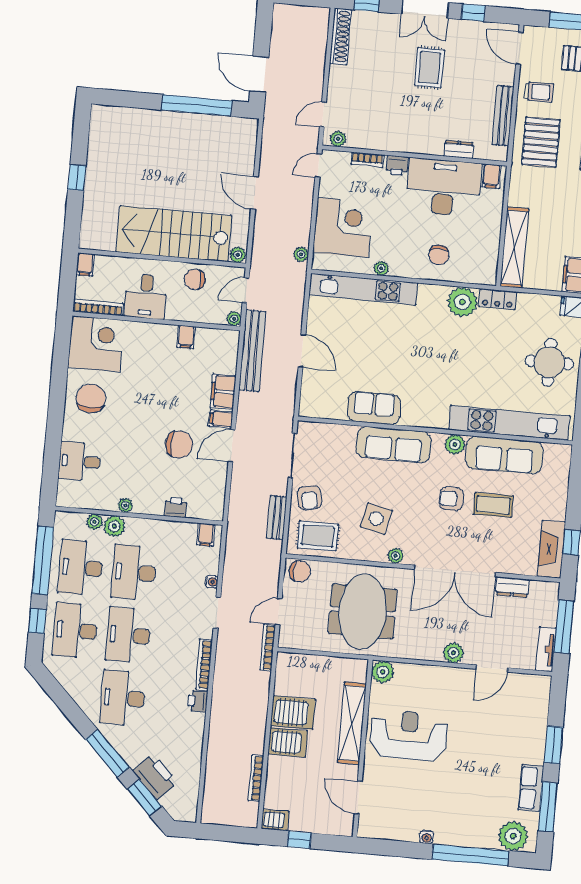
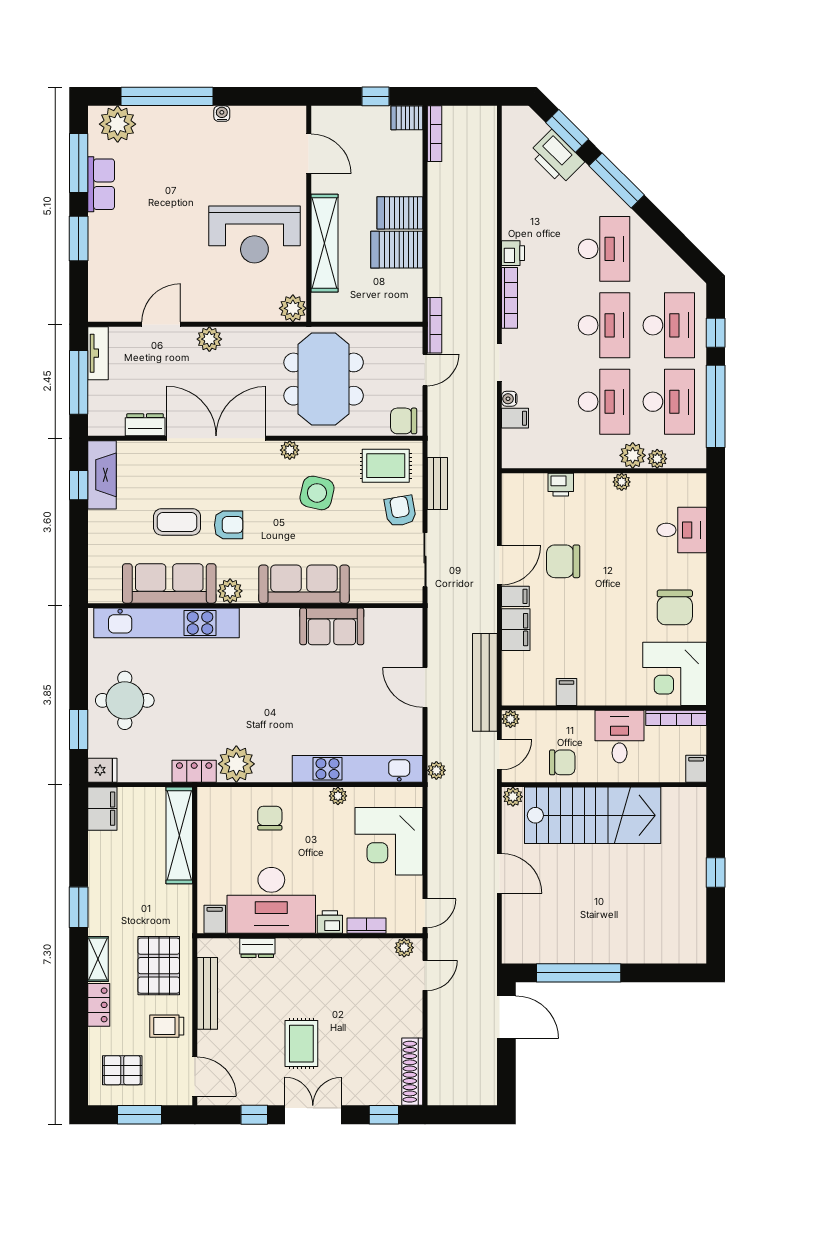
plant: (301, 254) -> (436, 770), moved
filing cabinet: (206, 535) -> (515, 418), moved, turned 90
bookcase: (256, 778) -> (434, 134), moved

